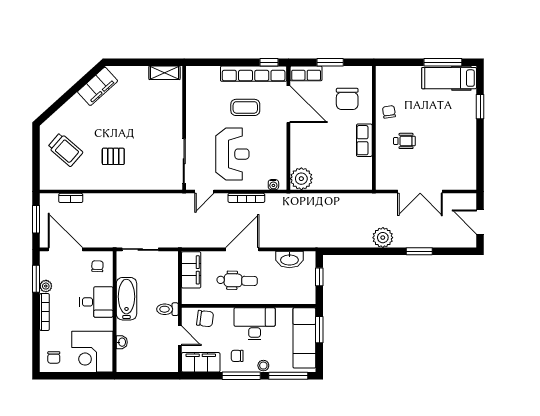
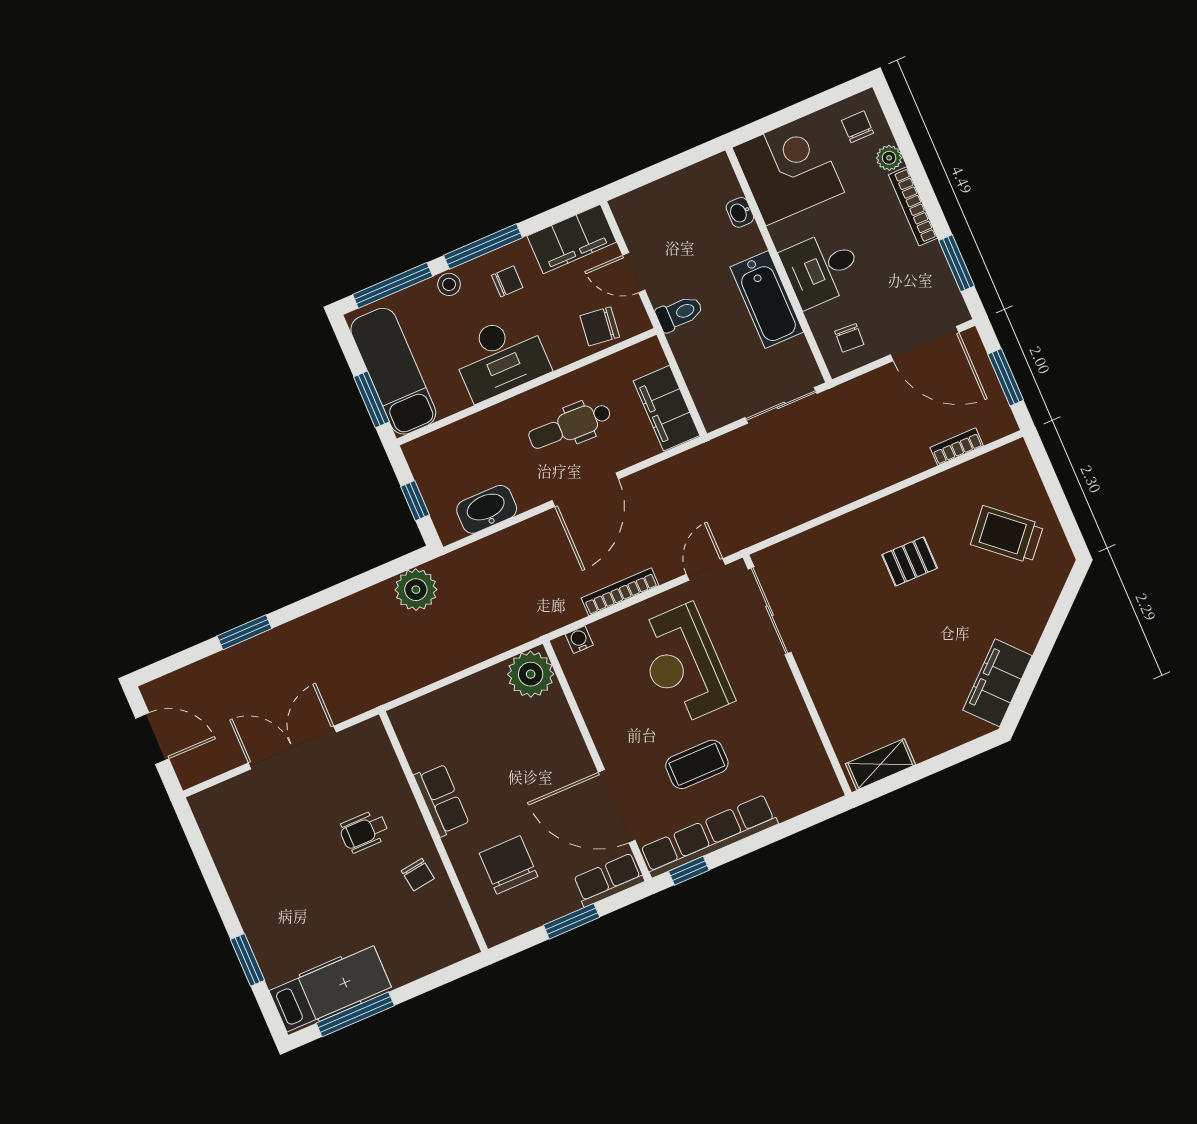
plant: (383, 238) -> (416, 590), moved
plant: (46, 286) -> (889, 158), moved

